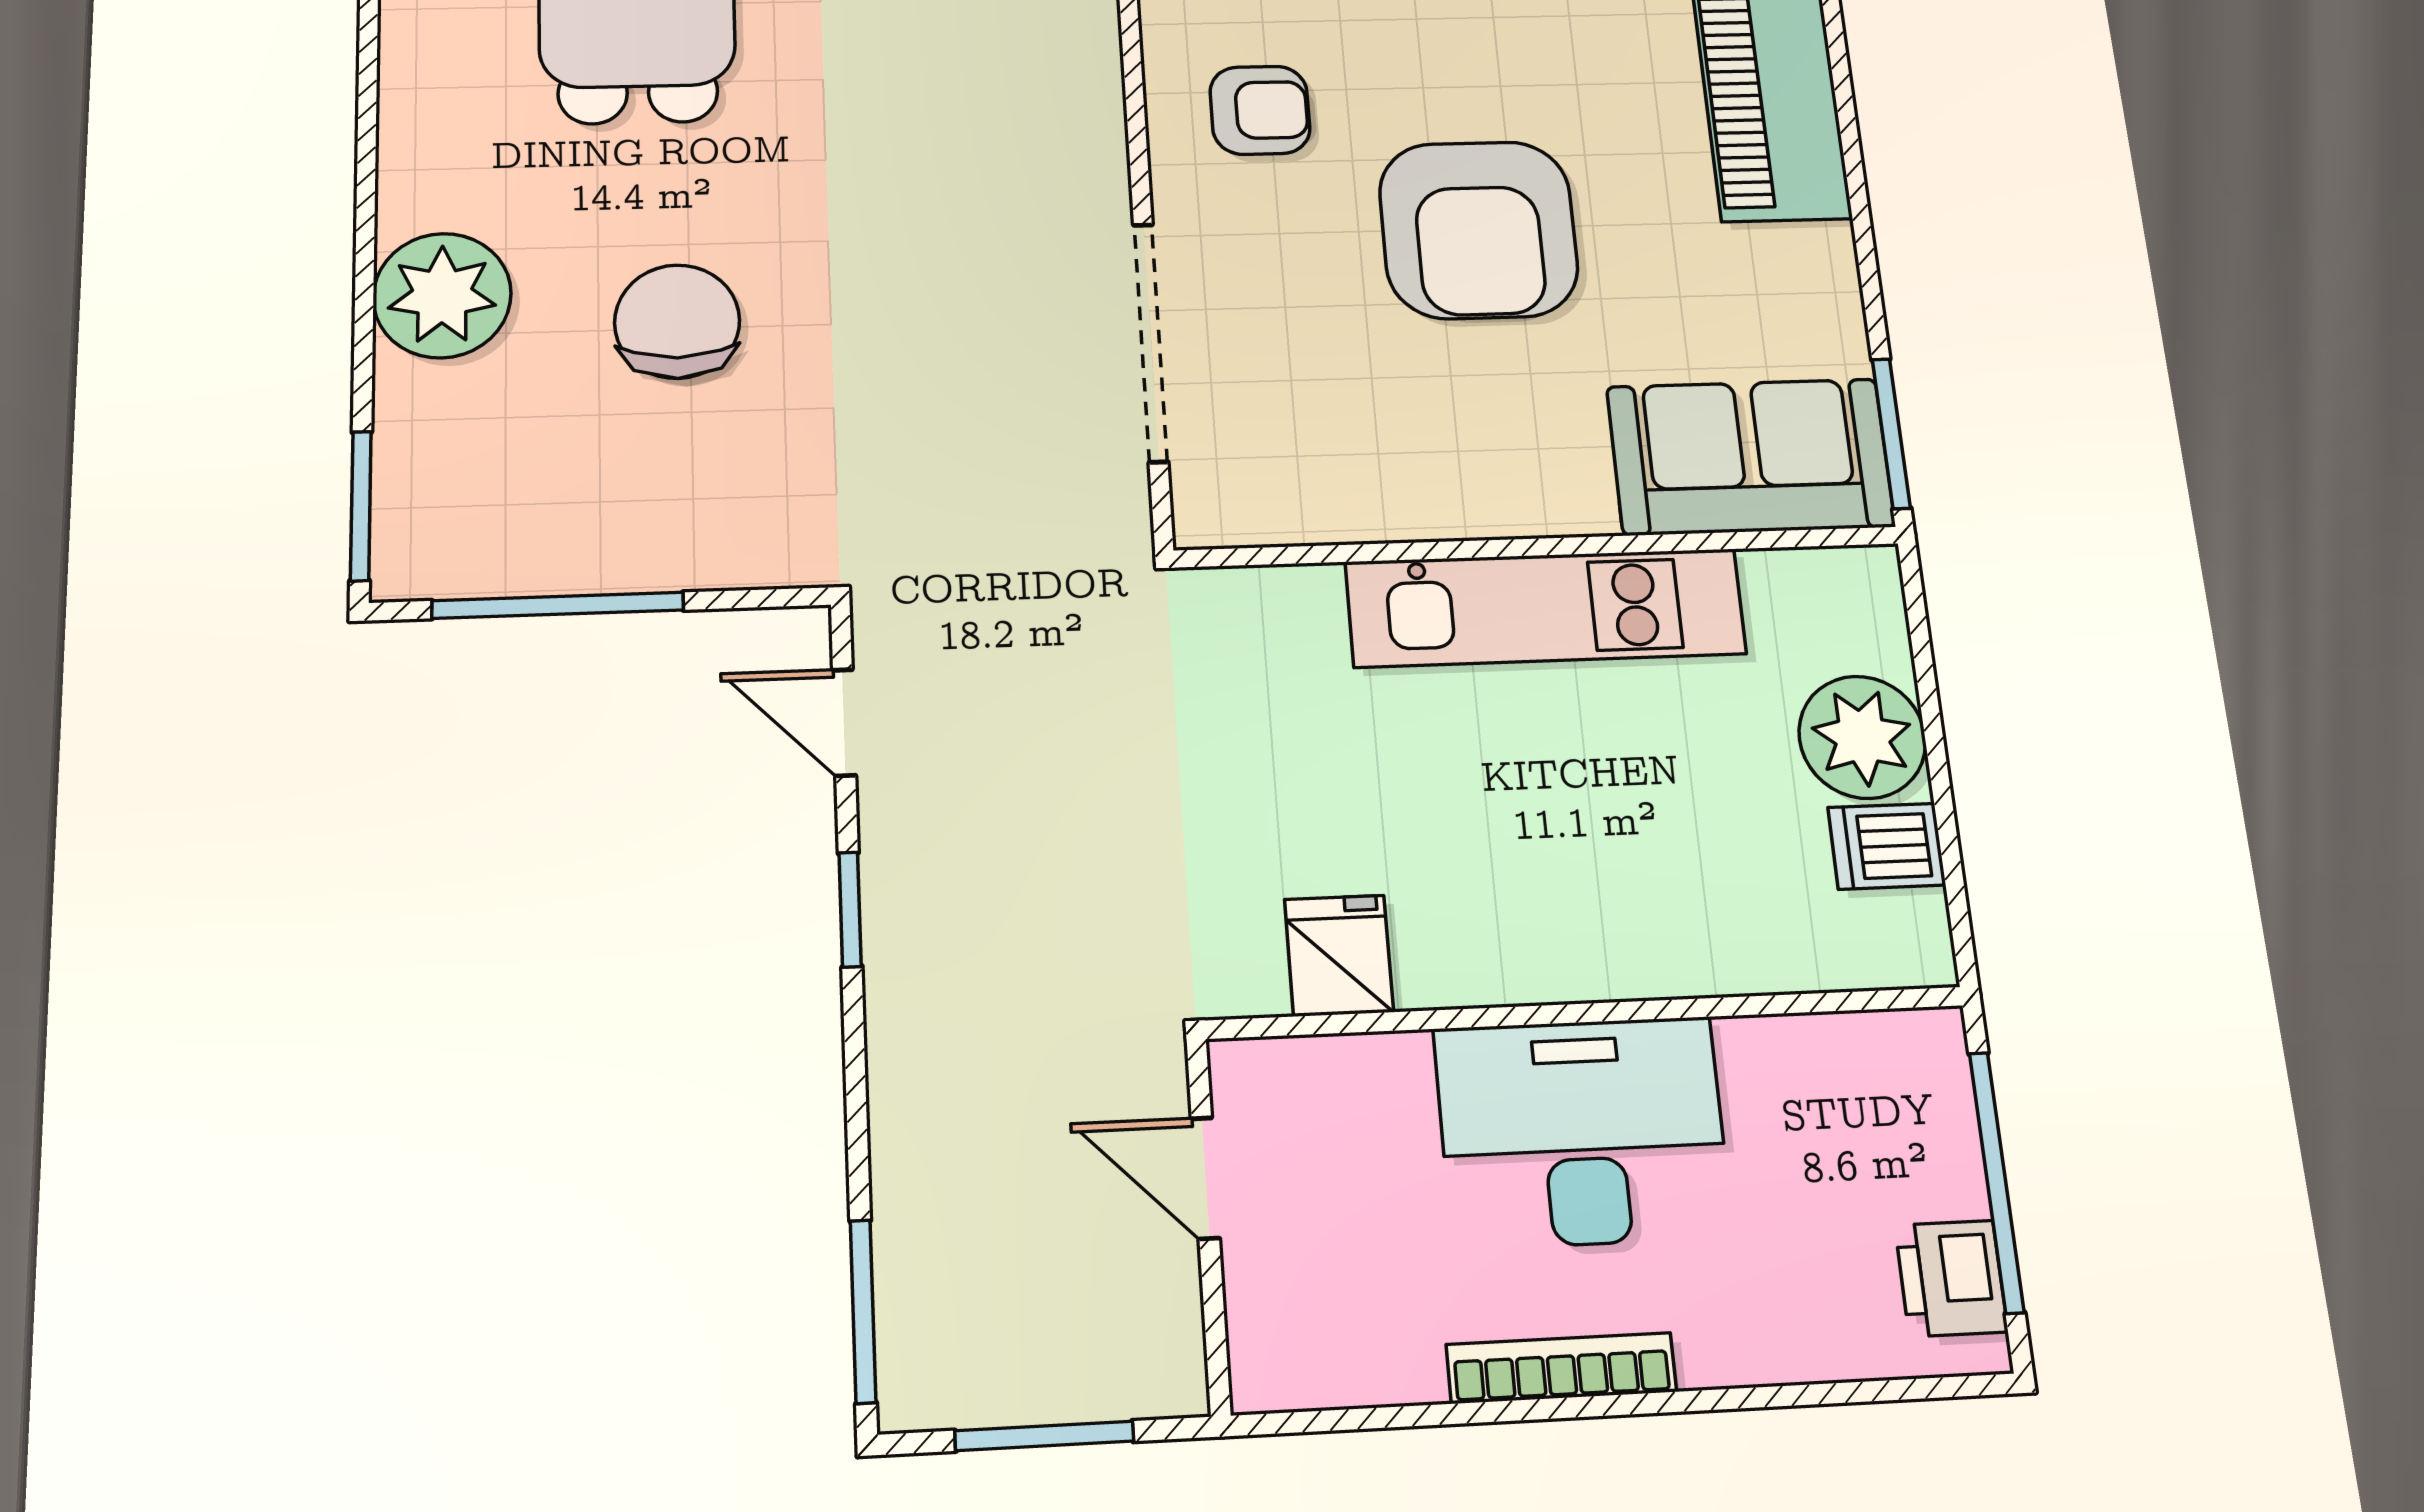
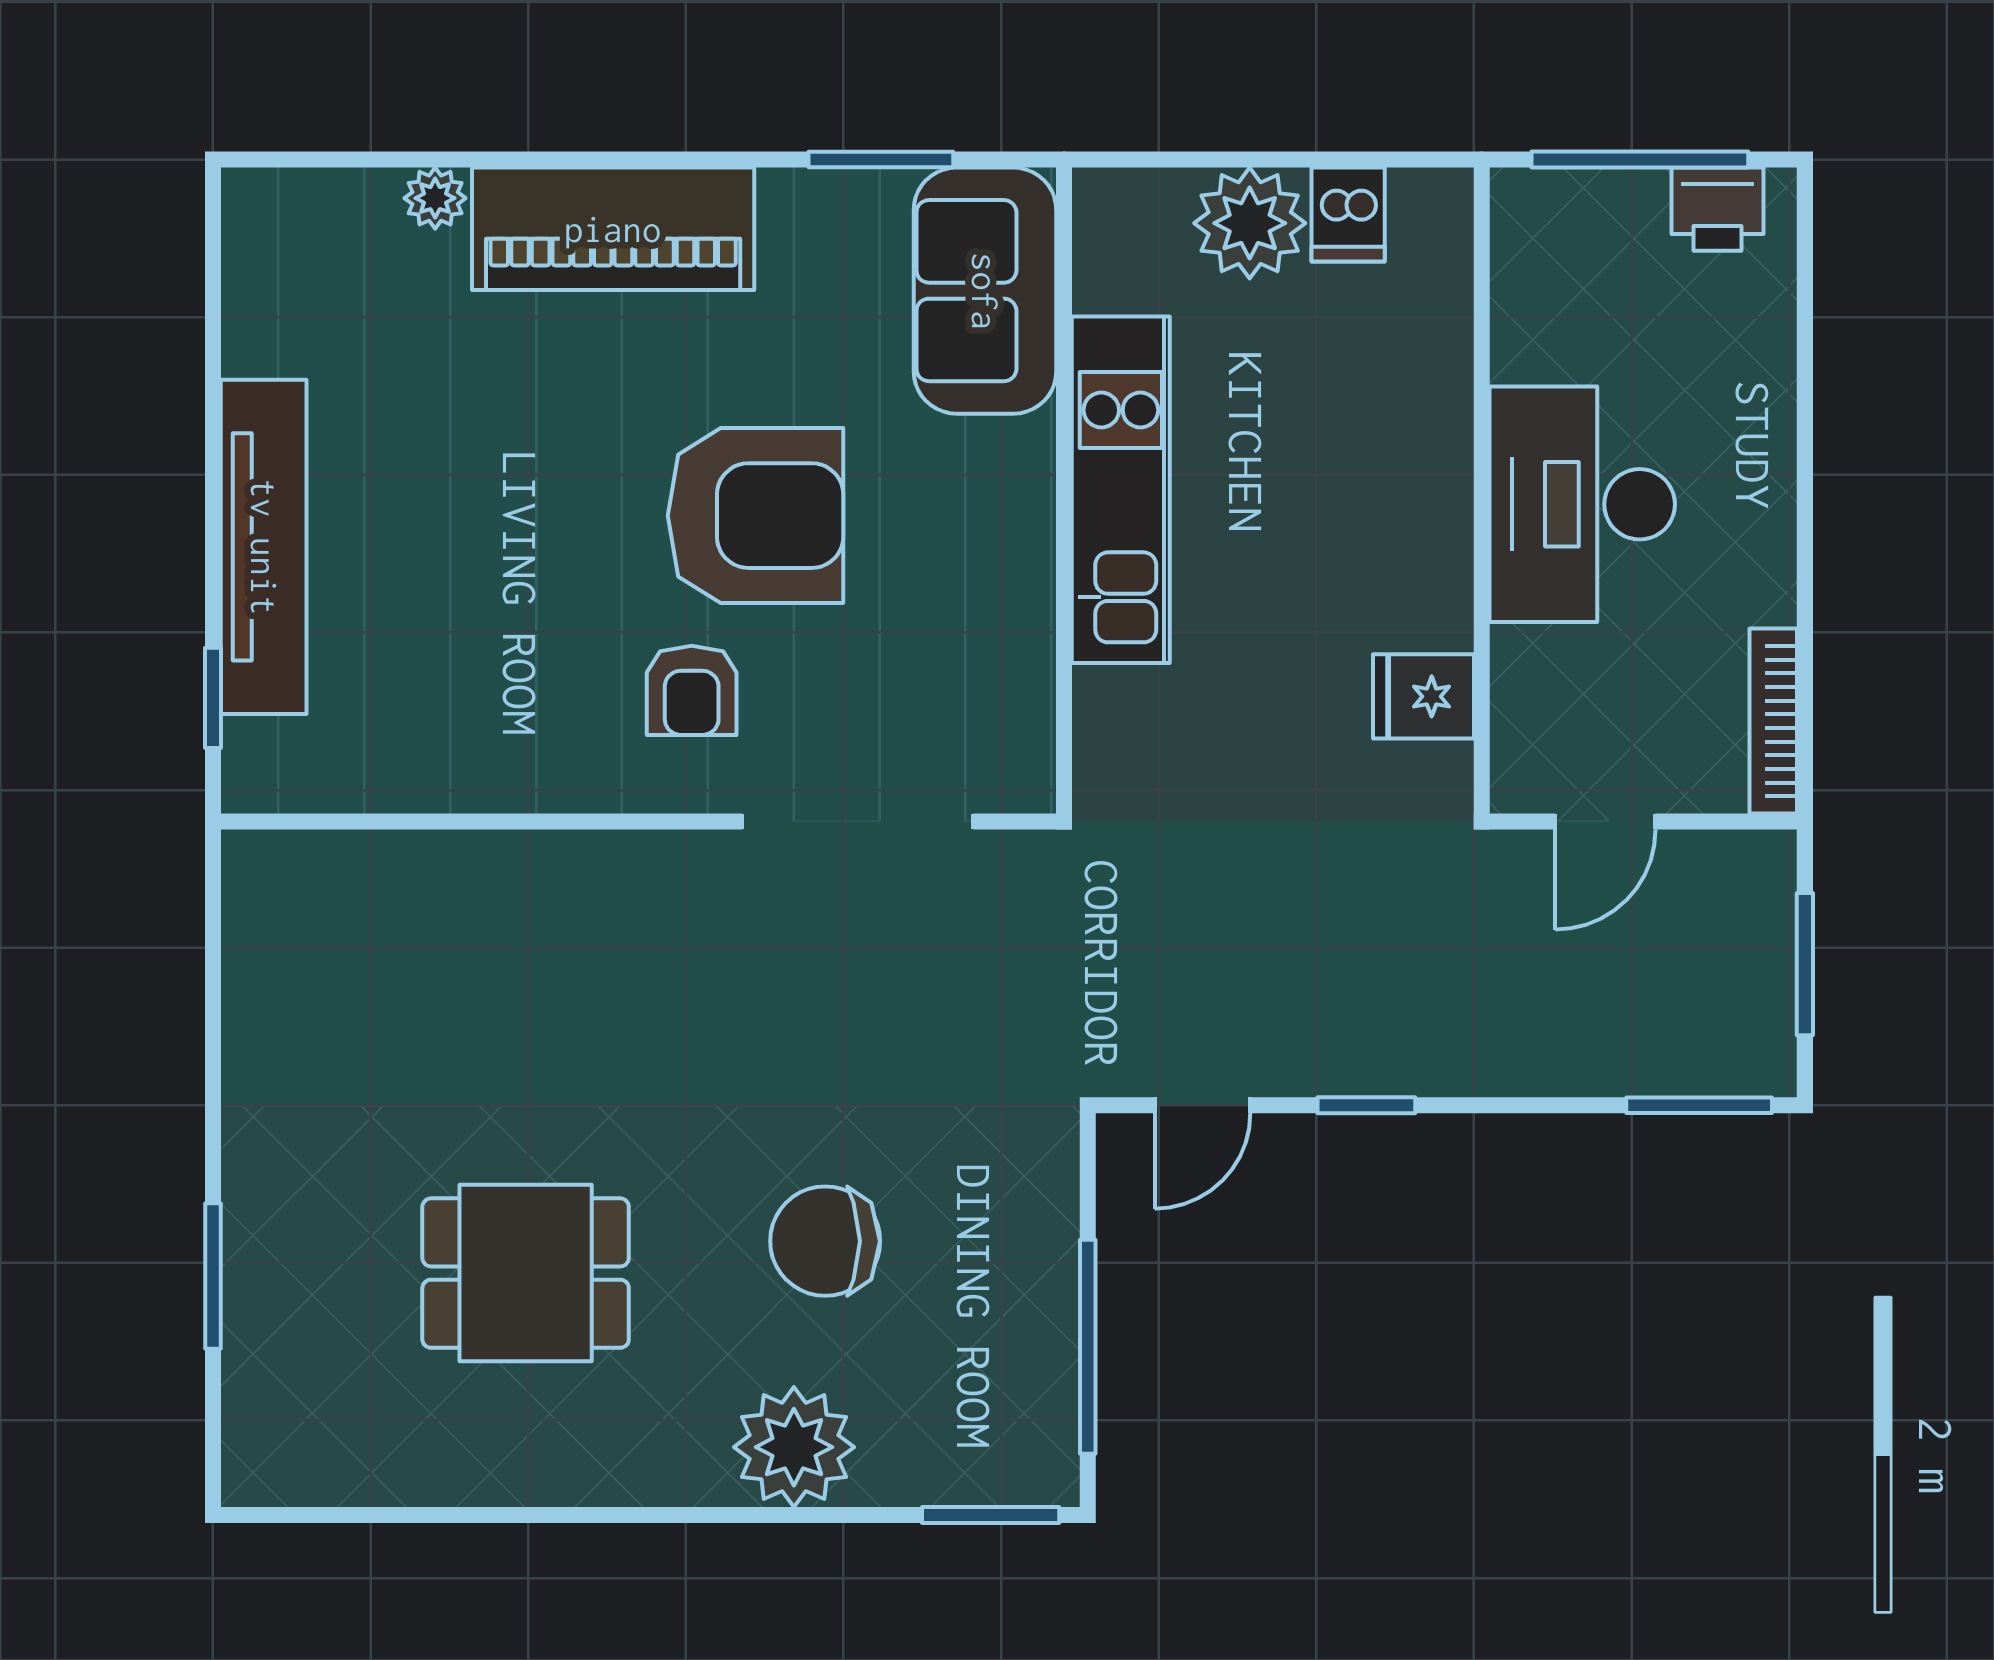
armchair: (1260, 110) -> (692, 690), moved, turned 180
window: (1891, 433) -> (881, 160), moved
bookcase: (1561, 1368) -> (1773, 721), moved

